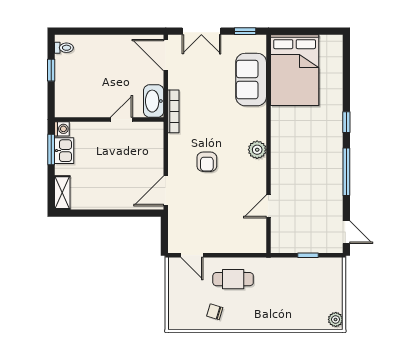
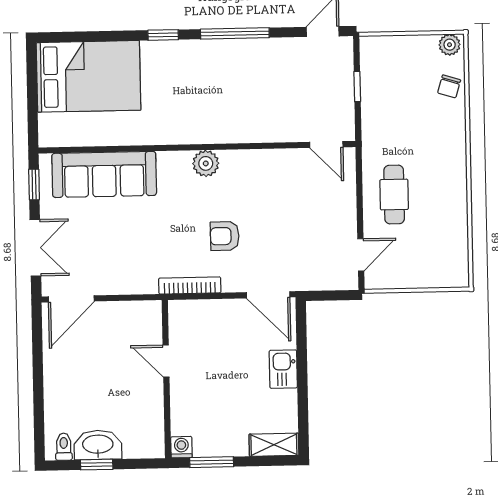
bed: (295, 70) -> (88, 76), moved
sofa: (251, 80) -> (104, 174), width x1.36
washbasin: (154, 101) -> (98, 445), moved, turned 180
bookcase: (173, 111) -> (190, 285), moved
kitchen sink: (64, 151) -> (283, 369), moved, turned -90
armchair: (207, 162) -> (225, 236), turned 180
door: (268, 206) -> (326, 145), moved
chair: (215, 312) -> (449, 86), moved

